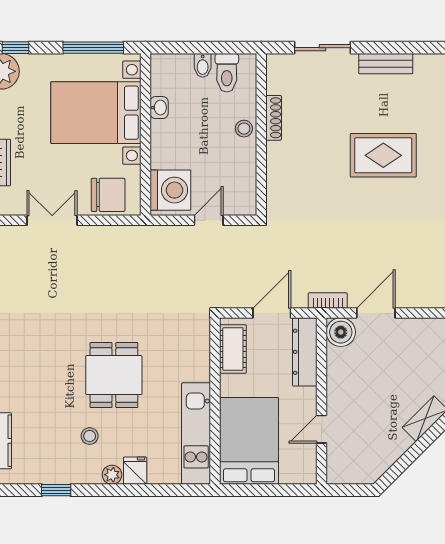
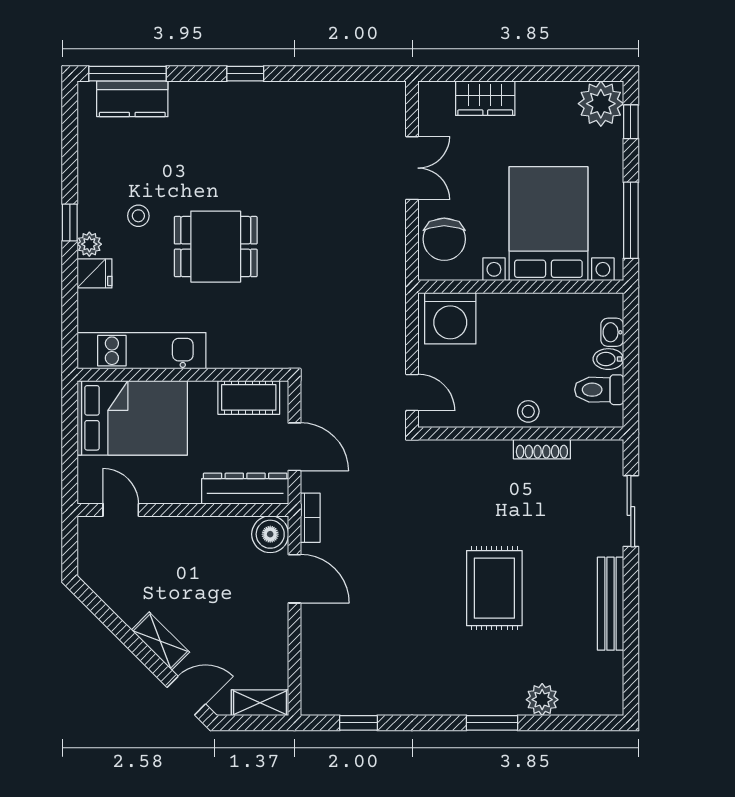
bench: (386, 64) -> (611, 604), width x1.36
washbasin: (159, 108) -> (612, 332), moved, turned 90
door: (209, 220) -> (412, 393), moved
door: (322, 429) -> (121, 510), moved
window: (56, 490) -> (70, 223), moved

